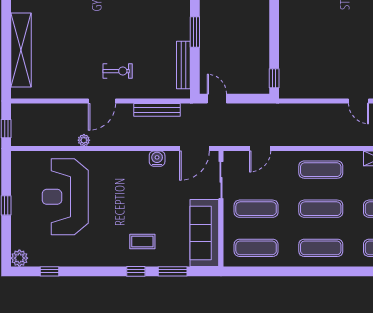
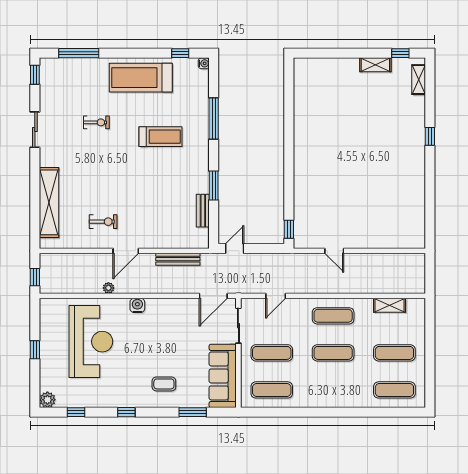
bench: (183, 65) -> (203, 211), width x0.73
exercise bike: (118, 71) -> (103, 222), moved
door: (217, 99) -> (235, 249), hinge flipped
door: (359, 101) -> (334, 251), moved
water cooler: (157, 159) -> (137, 305), moved
reception desk: (65, 197) -> (91, 342), turned 180
exercise mat: (321, 248) -> (333, 390), removed
window: (136, 271) -> (126, 412), moved

